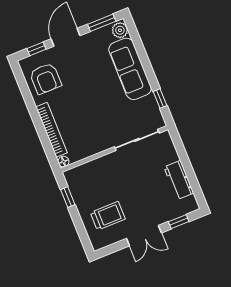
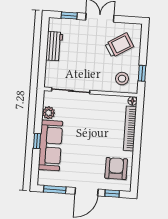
plant: (120, 30) -> (49, 113), moved
window: (160, 98) -> (37, 141), moved
stool: (87, 181) -> (122, 79), added
trolley: (108, 216) -> (119, 45), turned 149

